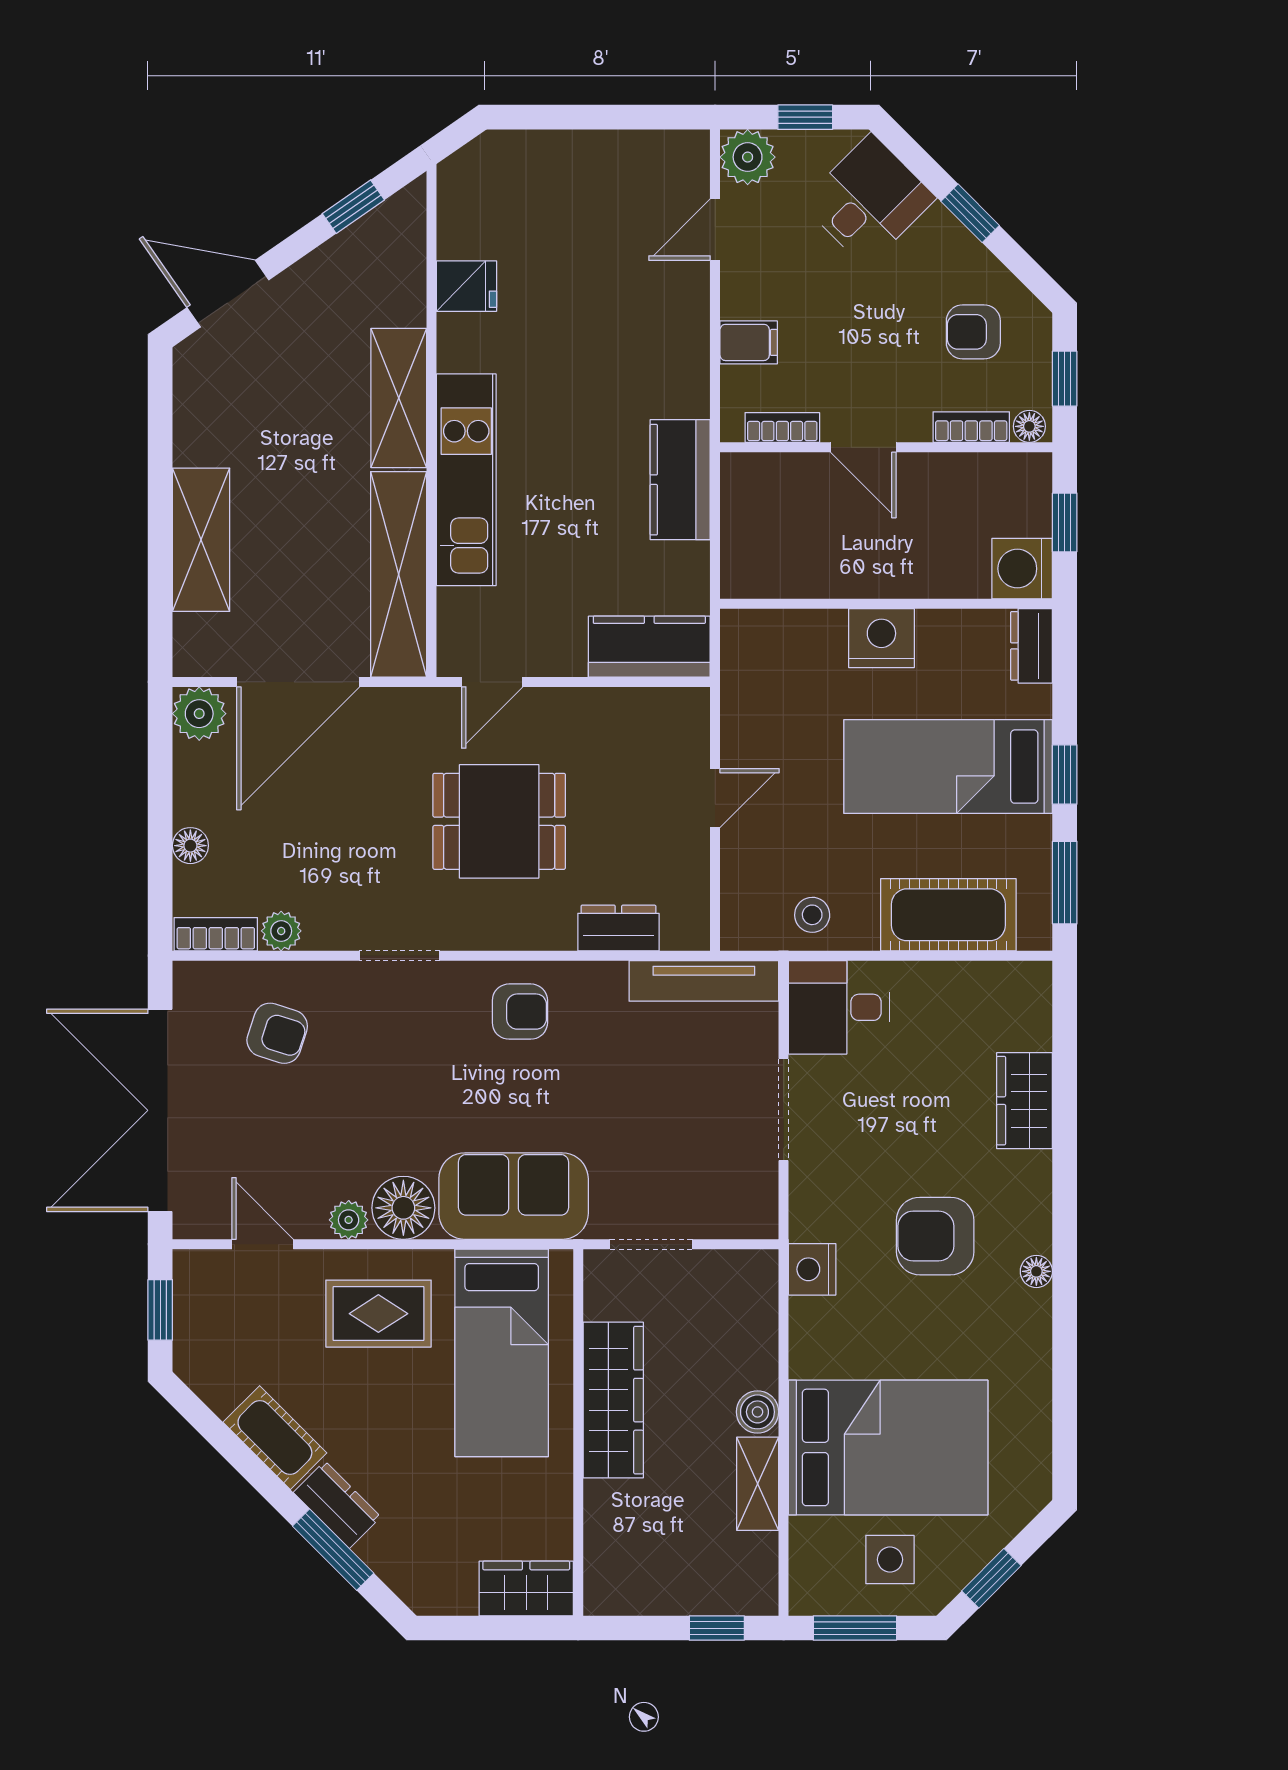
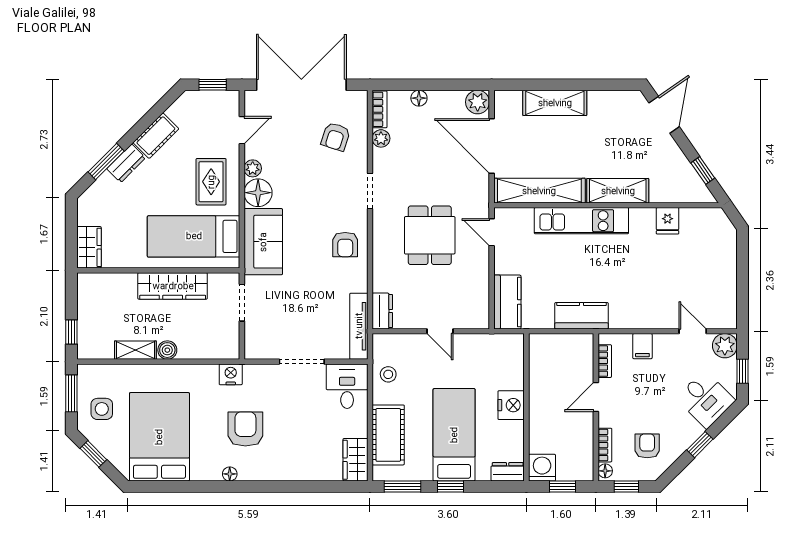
dresser: (618, 928) -> (382, 311), moved
wardrobe: (1025, 1101) -> (355, 460), moved, turned -90
bed: (888, 1447) -> (159, 437), moved, turned 180

